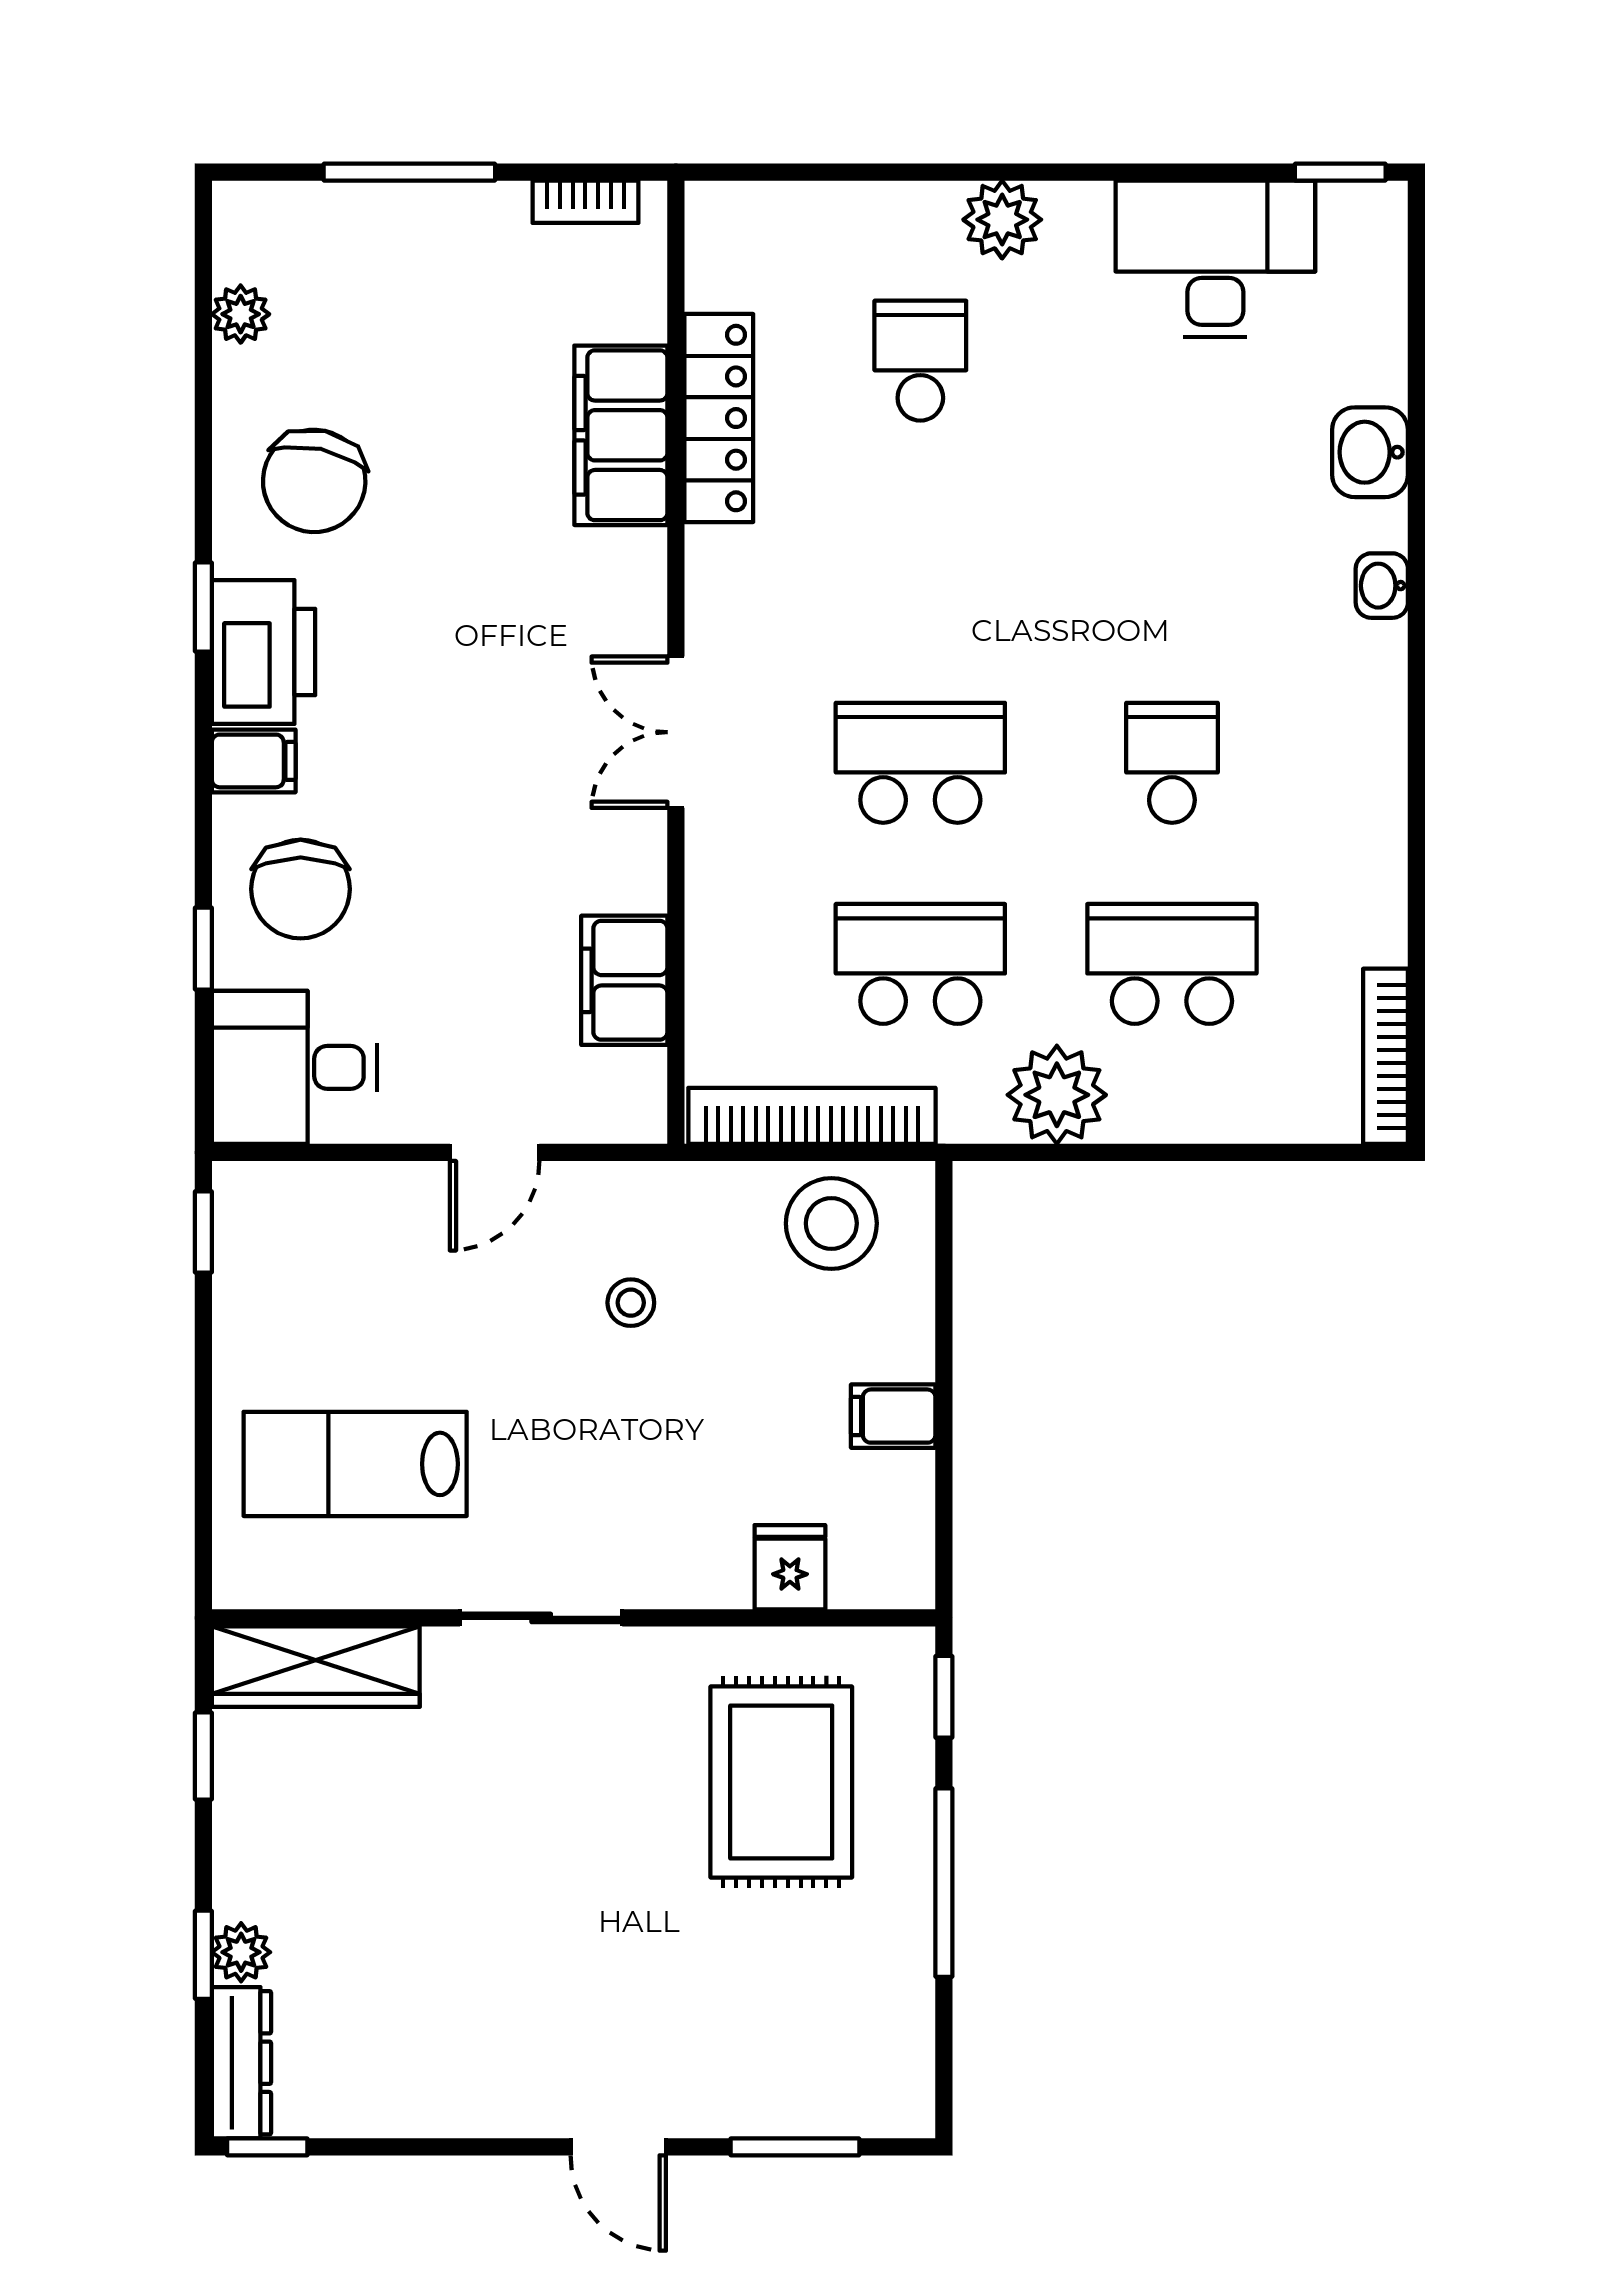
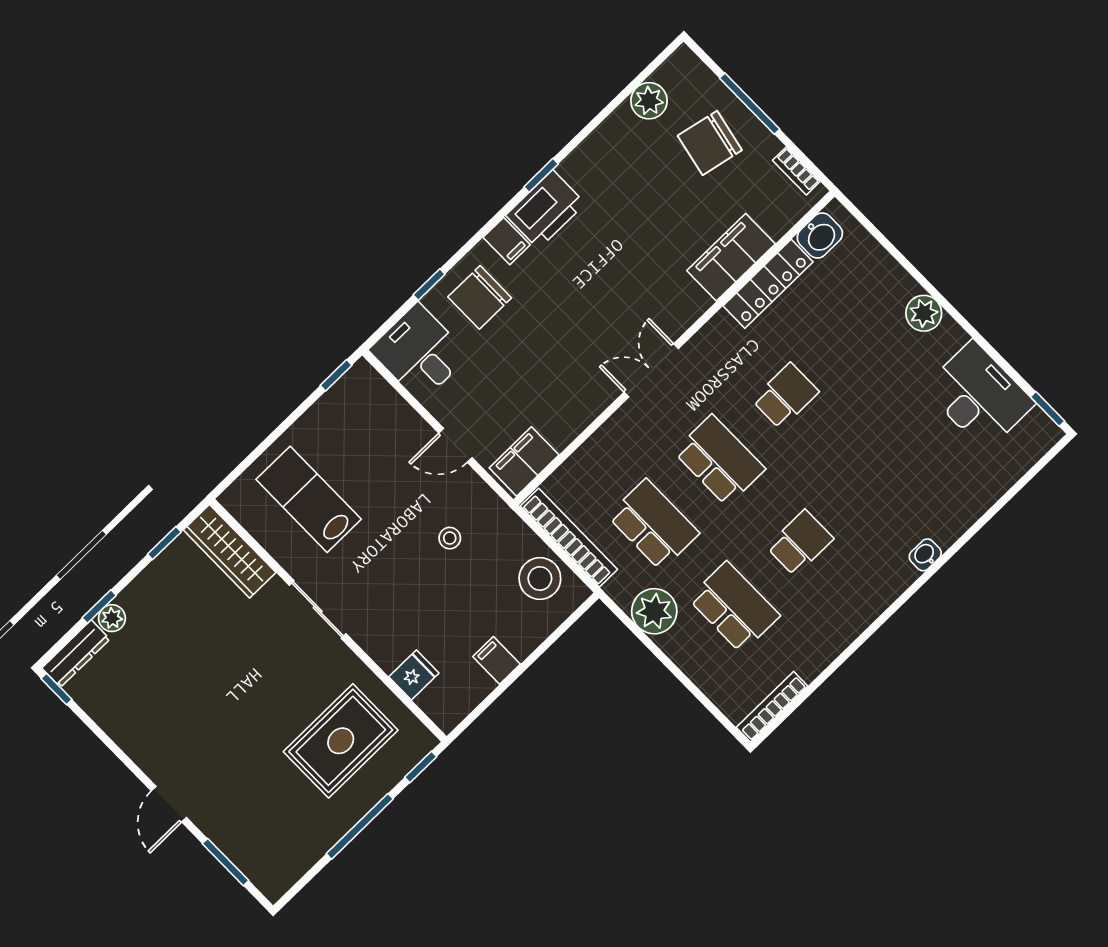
plant: (241, 314) -> (649, 101), width x1.38, depth x1.38
school desk: (920, 361) -> (785, 396), moved
washbasin: (1370, 452) -> (820, 236), moved, turned 180
chair: (314, 481) -> (710, 143), moved
filing cabinet: (624, 980) -> (524, 461), moved

